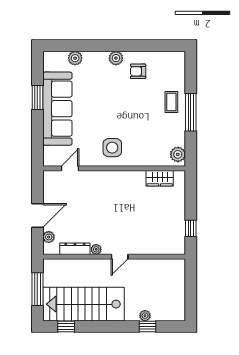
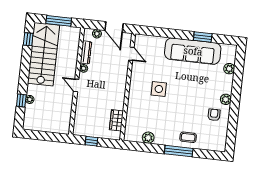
door: (70, 168) -> (131, 54), moved
wall: (114, 168) -> (128, 87), moved
wardrobe: (160, 178) -> (116, 120), moved

